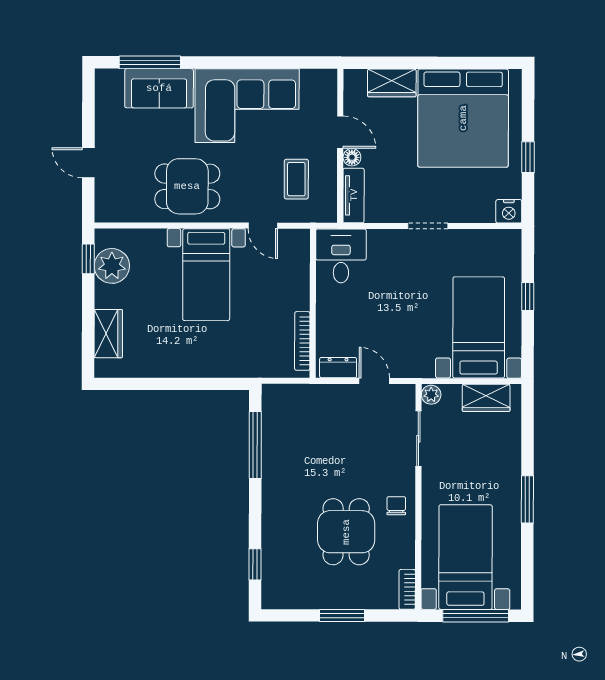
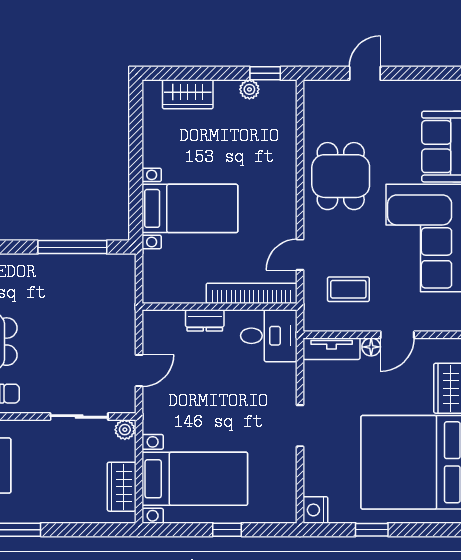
plant: (112, 266) -> (249, 89), width x0.53, depth x0.53
bed with nightstands: (206, 275) -> (190, 208), moved, turned 180
bookcase: (302, 341) -> (252, 293), moved, width x1.48, depth x1.31
dresser: (338, 368) -> (205, 320), moved, turned 90

